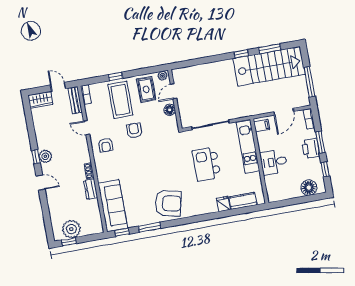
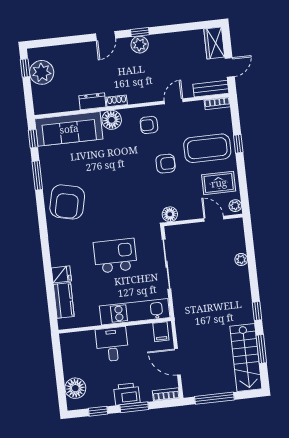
stairs: (269, 66) -> (246, 358), width x0.73, depth x0.66
plant: (203, 68) -> (241, 259), added
floor lamp: (170, 110) -> (170, 214), moved
floor lamp: (104, 174) -> (112, 120), added

